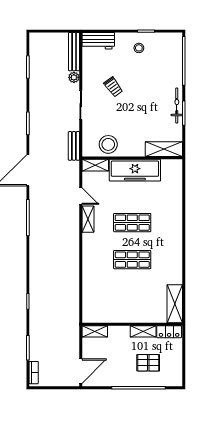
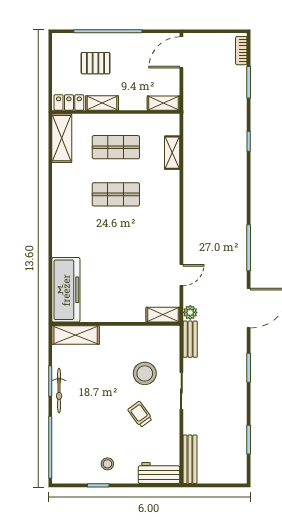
plant: (74, 77) -> (190, 312), moved
stool: (108, 144) -> (145, 373), moved
freezer: (135, 170) -> (66, 290), moved, turned 90
door: (81, 196) -> (181, 275), swing flipped
shelving: (88, 219) -> (172, 153), moved
shop shelf: (132, 223) -> (116, 147), moved

